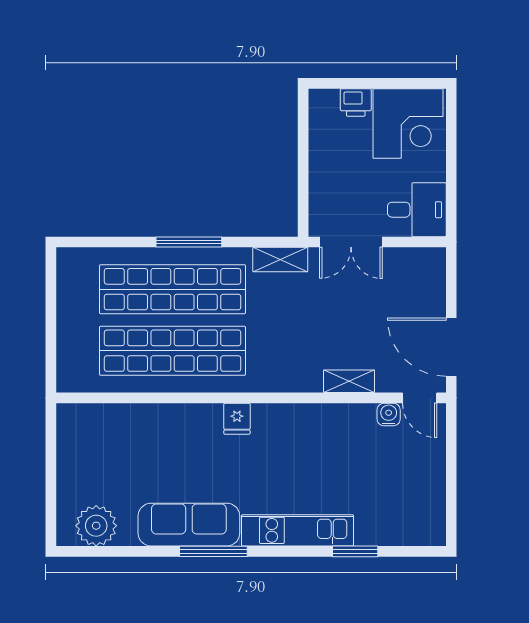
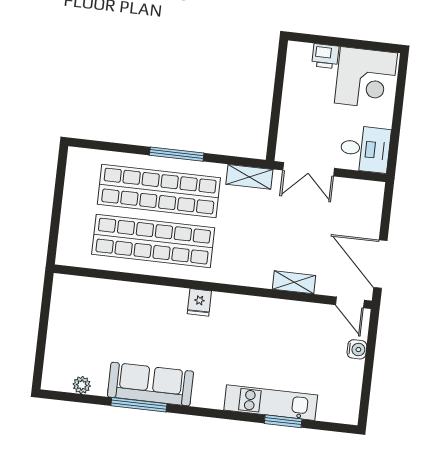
water cooler: (389, 415) -> (357, 349), moved, turned 90
plant: (96, 526) -> (82, 385), width x0.53, depth x0.53
kitchen unit: (298, 530) -> (271, 403), moved
window: (213, 551) -> (139, 405), moved

